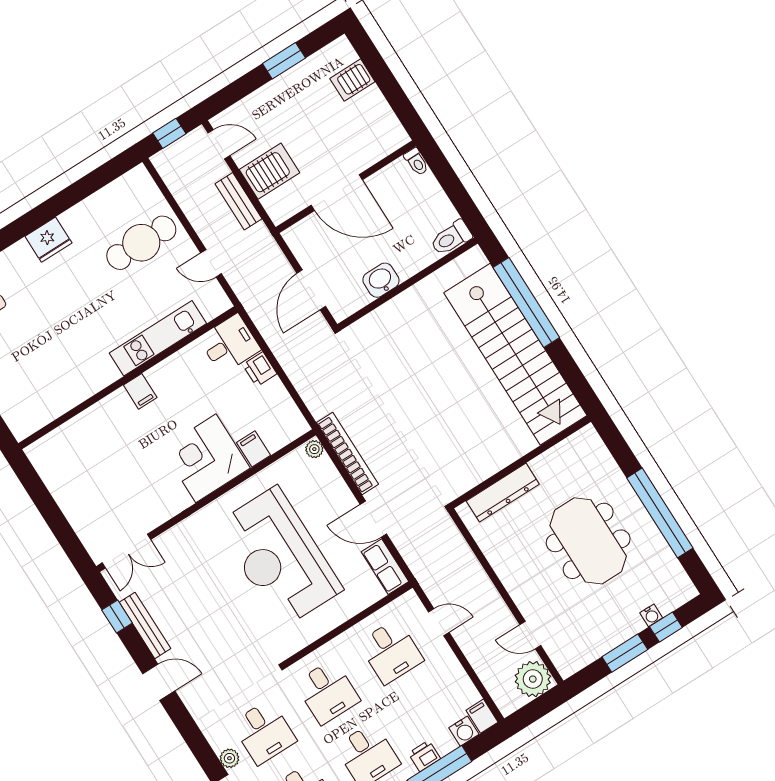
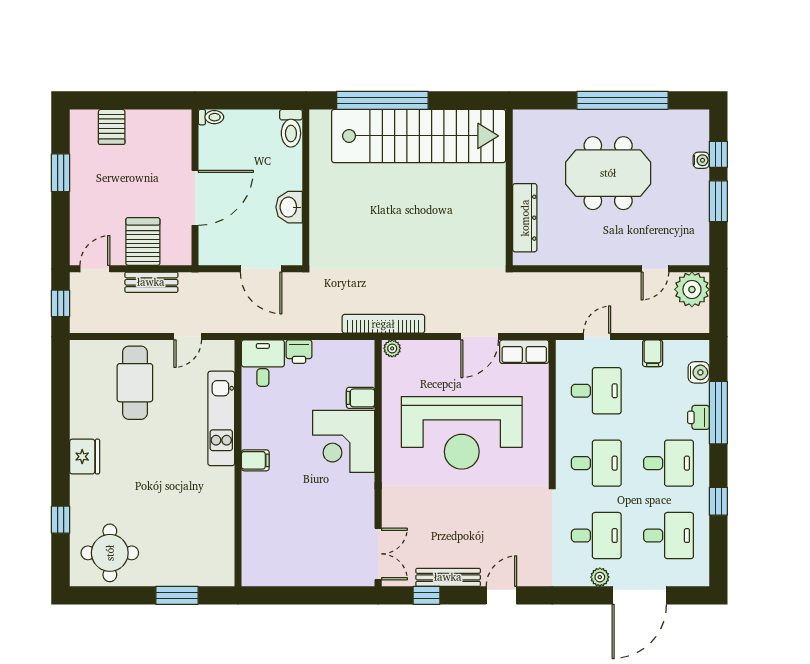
bookcase: (347, 453) -> (383, 324), moved
filing cabinet: (482, 716) -> (653, 353), moved, turned -90

